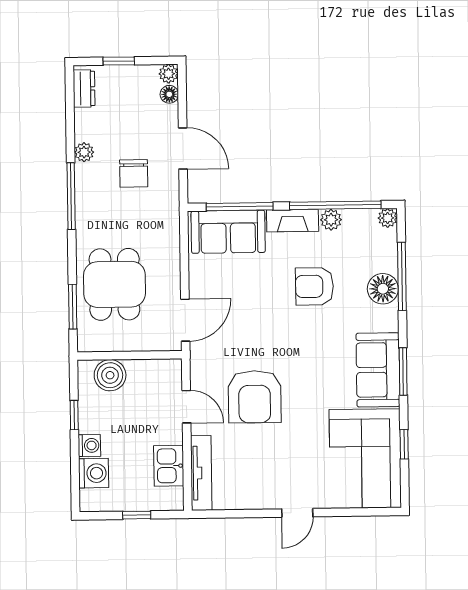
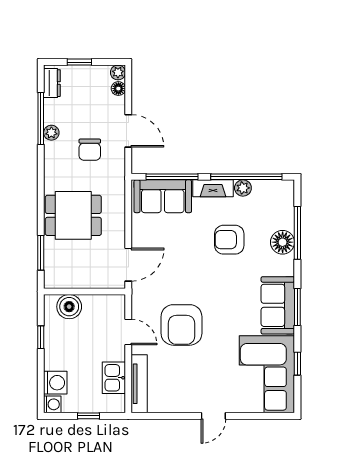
window: (71, 196) -> (41, 119), moved
plant: (388, 218) -> (287, 187), removed
dining table: (114, 284) -> (73, 215), moved, turned 90
washing machine: (89, 445) -> (52, 404), moved

